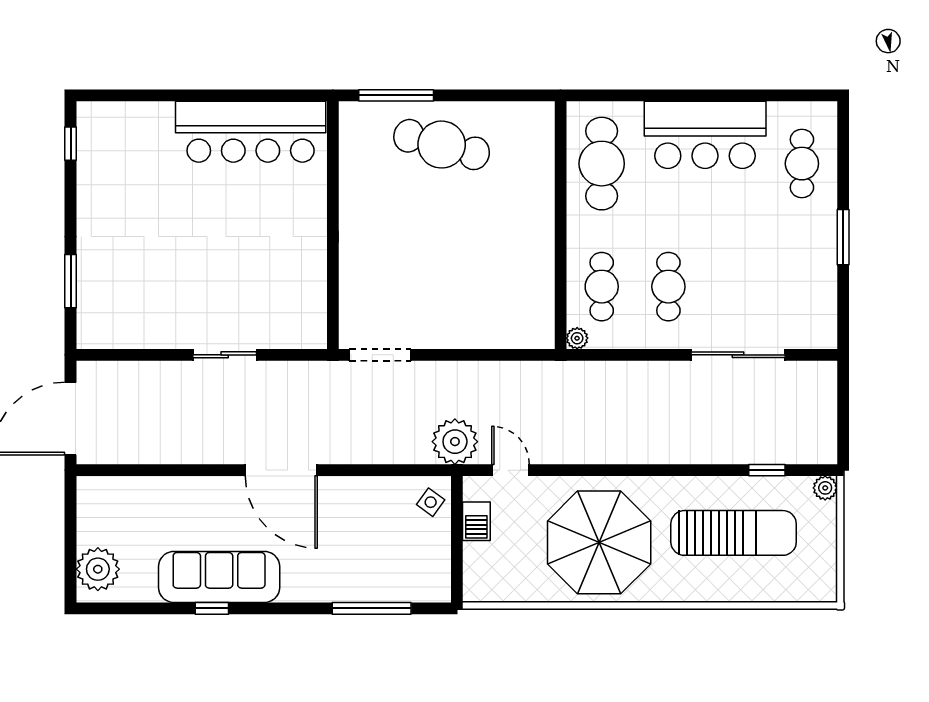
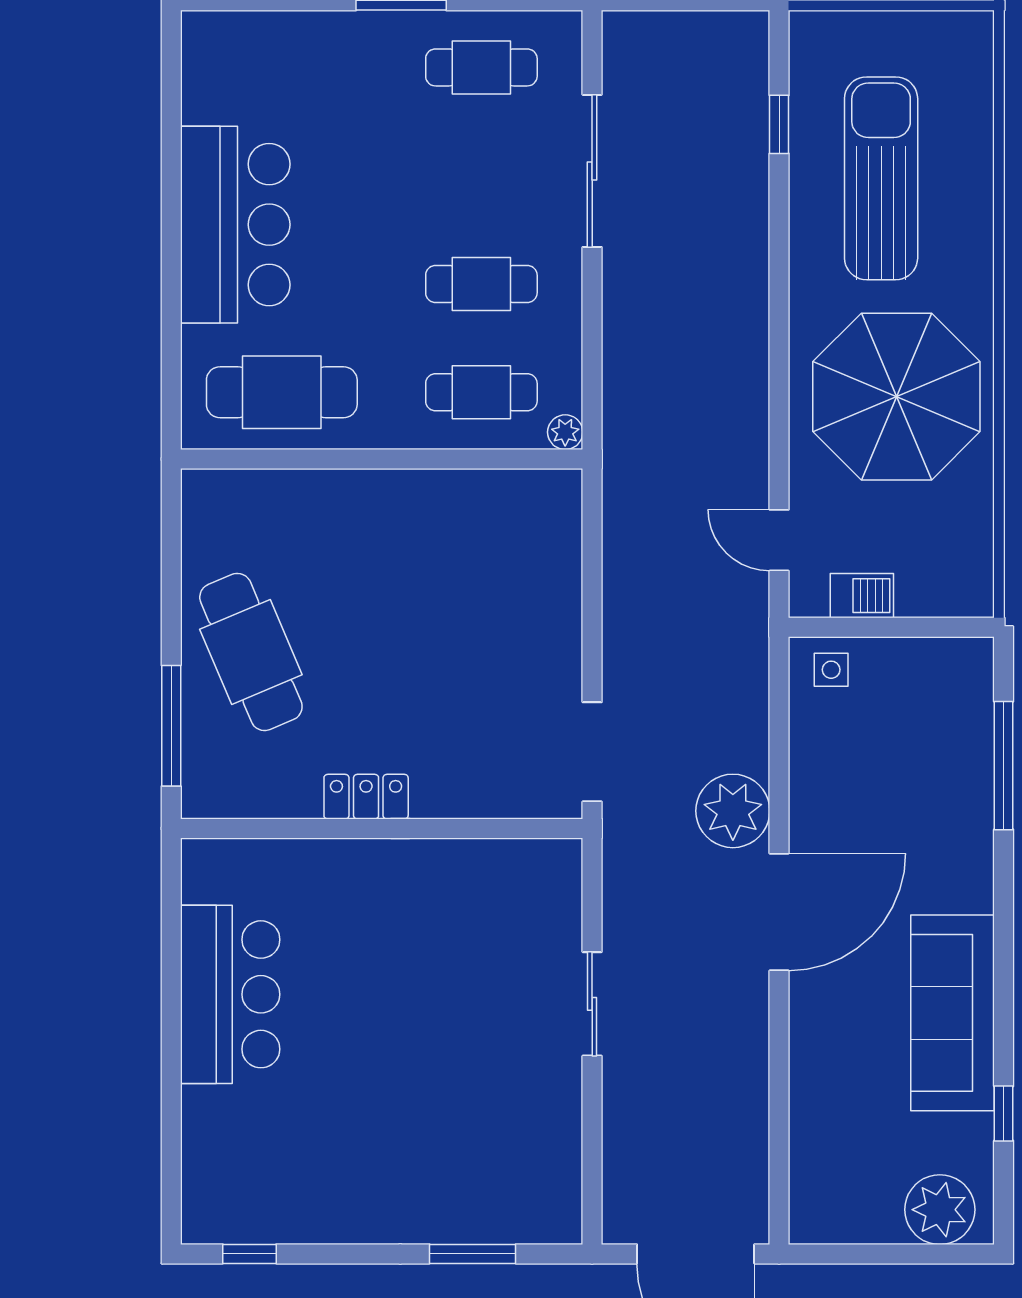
bar counter: (251, 132) -> (230, 994), width x0.73
cafe table: (442, 145) -> (251, 652), turned -38
cafe table: (802, 164) -> (481, 67), moved
locker: (352, 215) -> (366, 797), added
plant: (455, 442) -> (733, 811), moved
door: (510, 470) -> (779, 540), hinge flipped
plant: (825, 488) -> (808, 30), removed
side table: (431, 502) -> (831, 670), turned -36
window: (212, 608) -> (1004, 1113), moved

